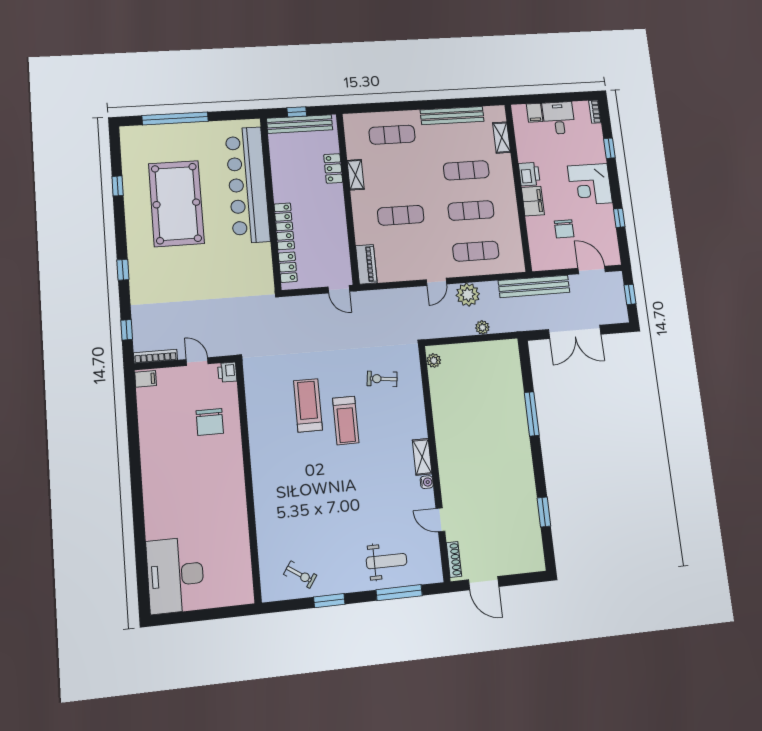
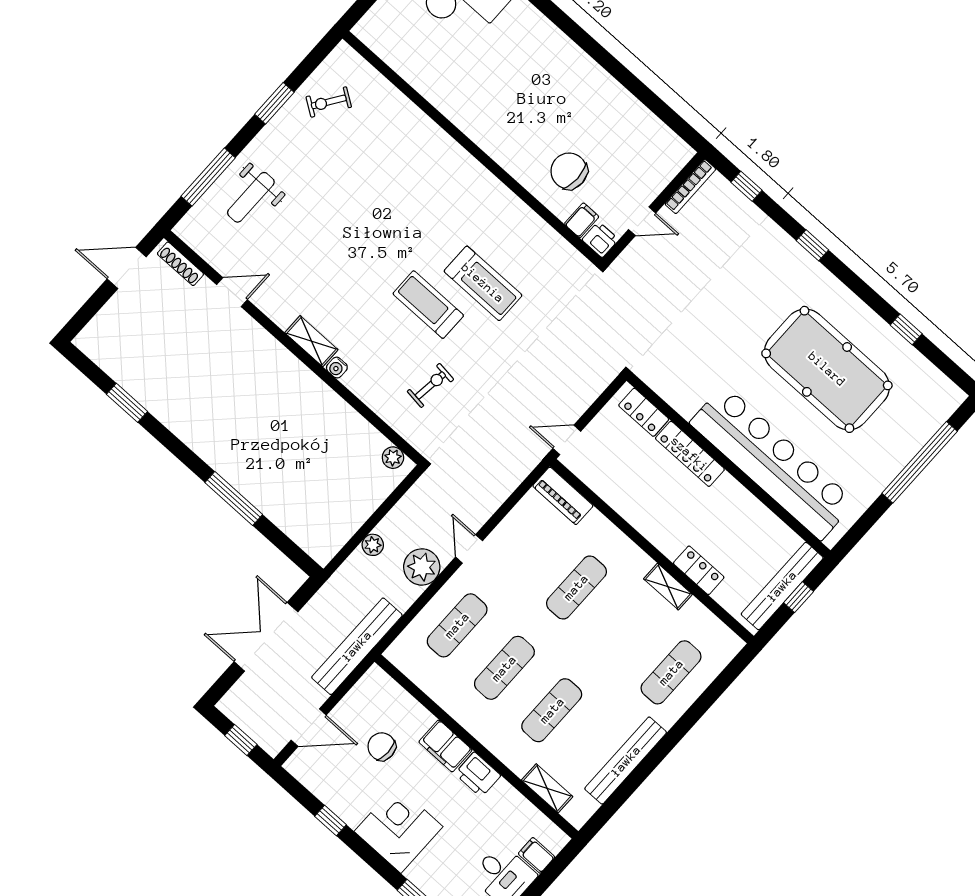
filing cabinet: (146, 379) -> (582, 220), moved, turned 180
water cooler: (427, 482) -> (337, 368), moved

